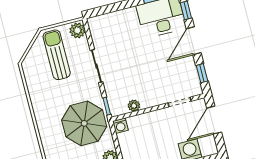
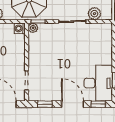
plant: (77, 30) -> (94, 14), moved
plant: (134, 106) -> (33, 28), moved

